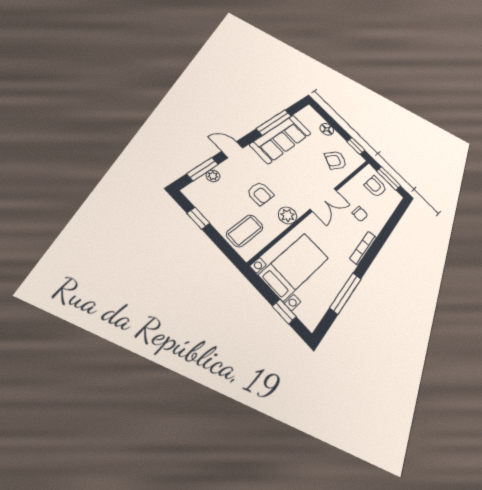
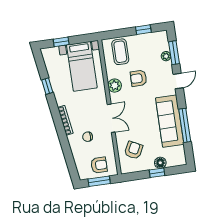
window: (356, 146) -> (157, 173), moved
double door: (324, 200) -> (111, 118), swing flipped
window: (346, 293) -> (47, 86), width x0.46

